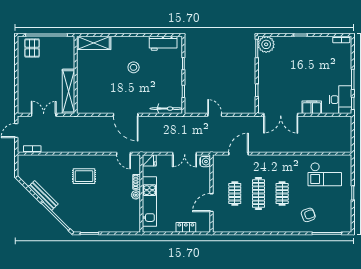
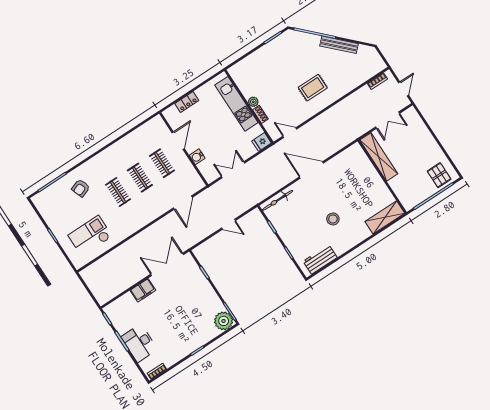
desk: (341, 100) -> (139, 343), moved
water cooler: (205, 162) -> (197, 157), moved
clothes rail: (258, 194) -> (140, 178), width x0.73

